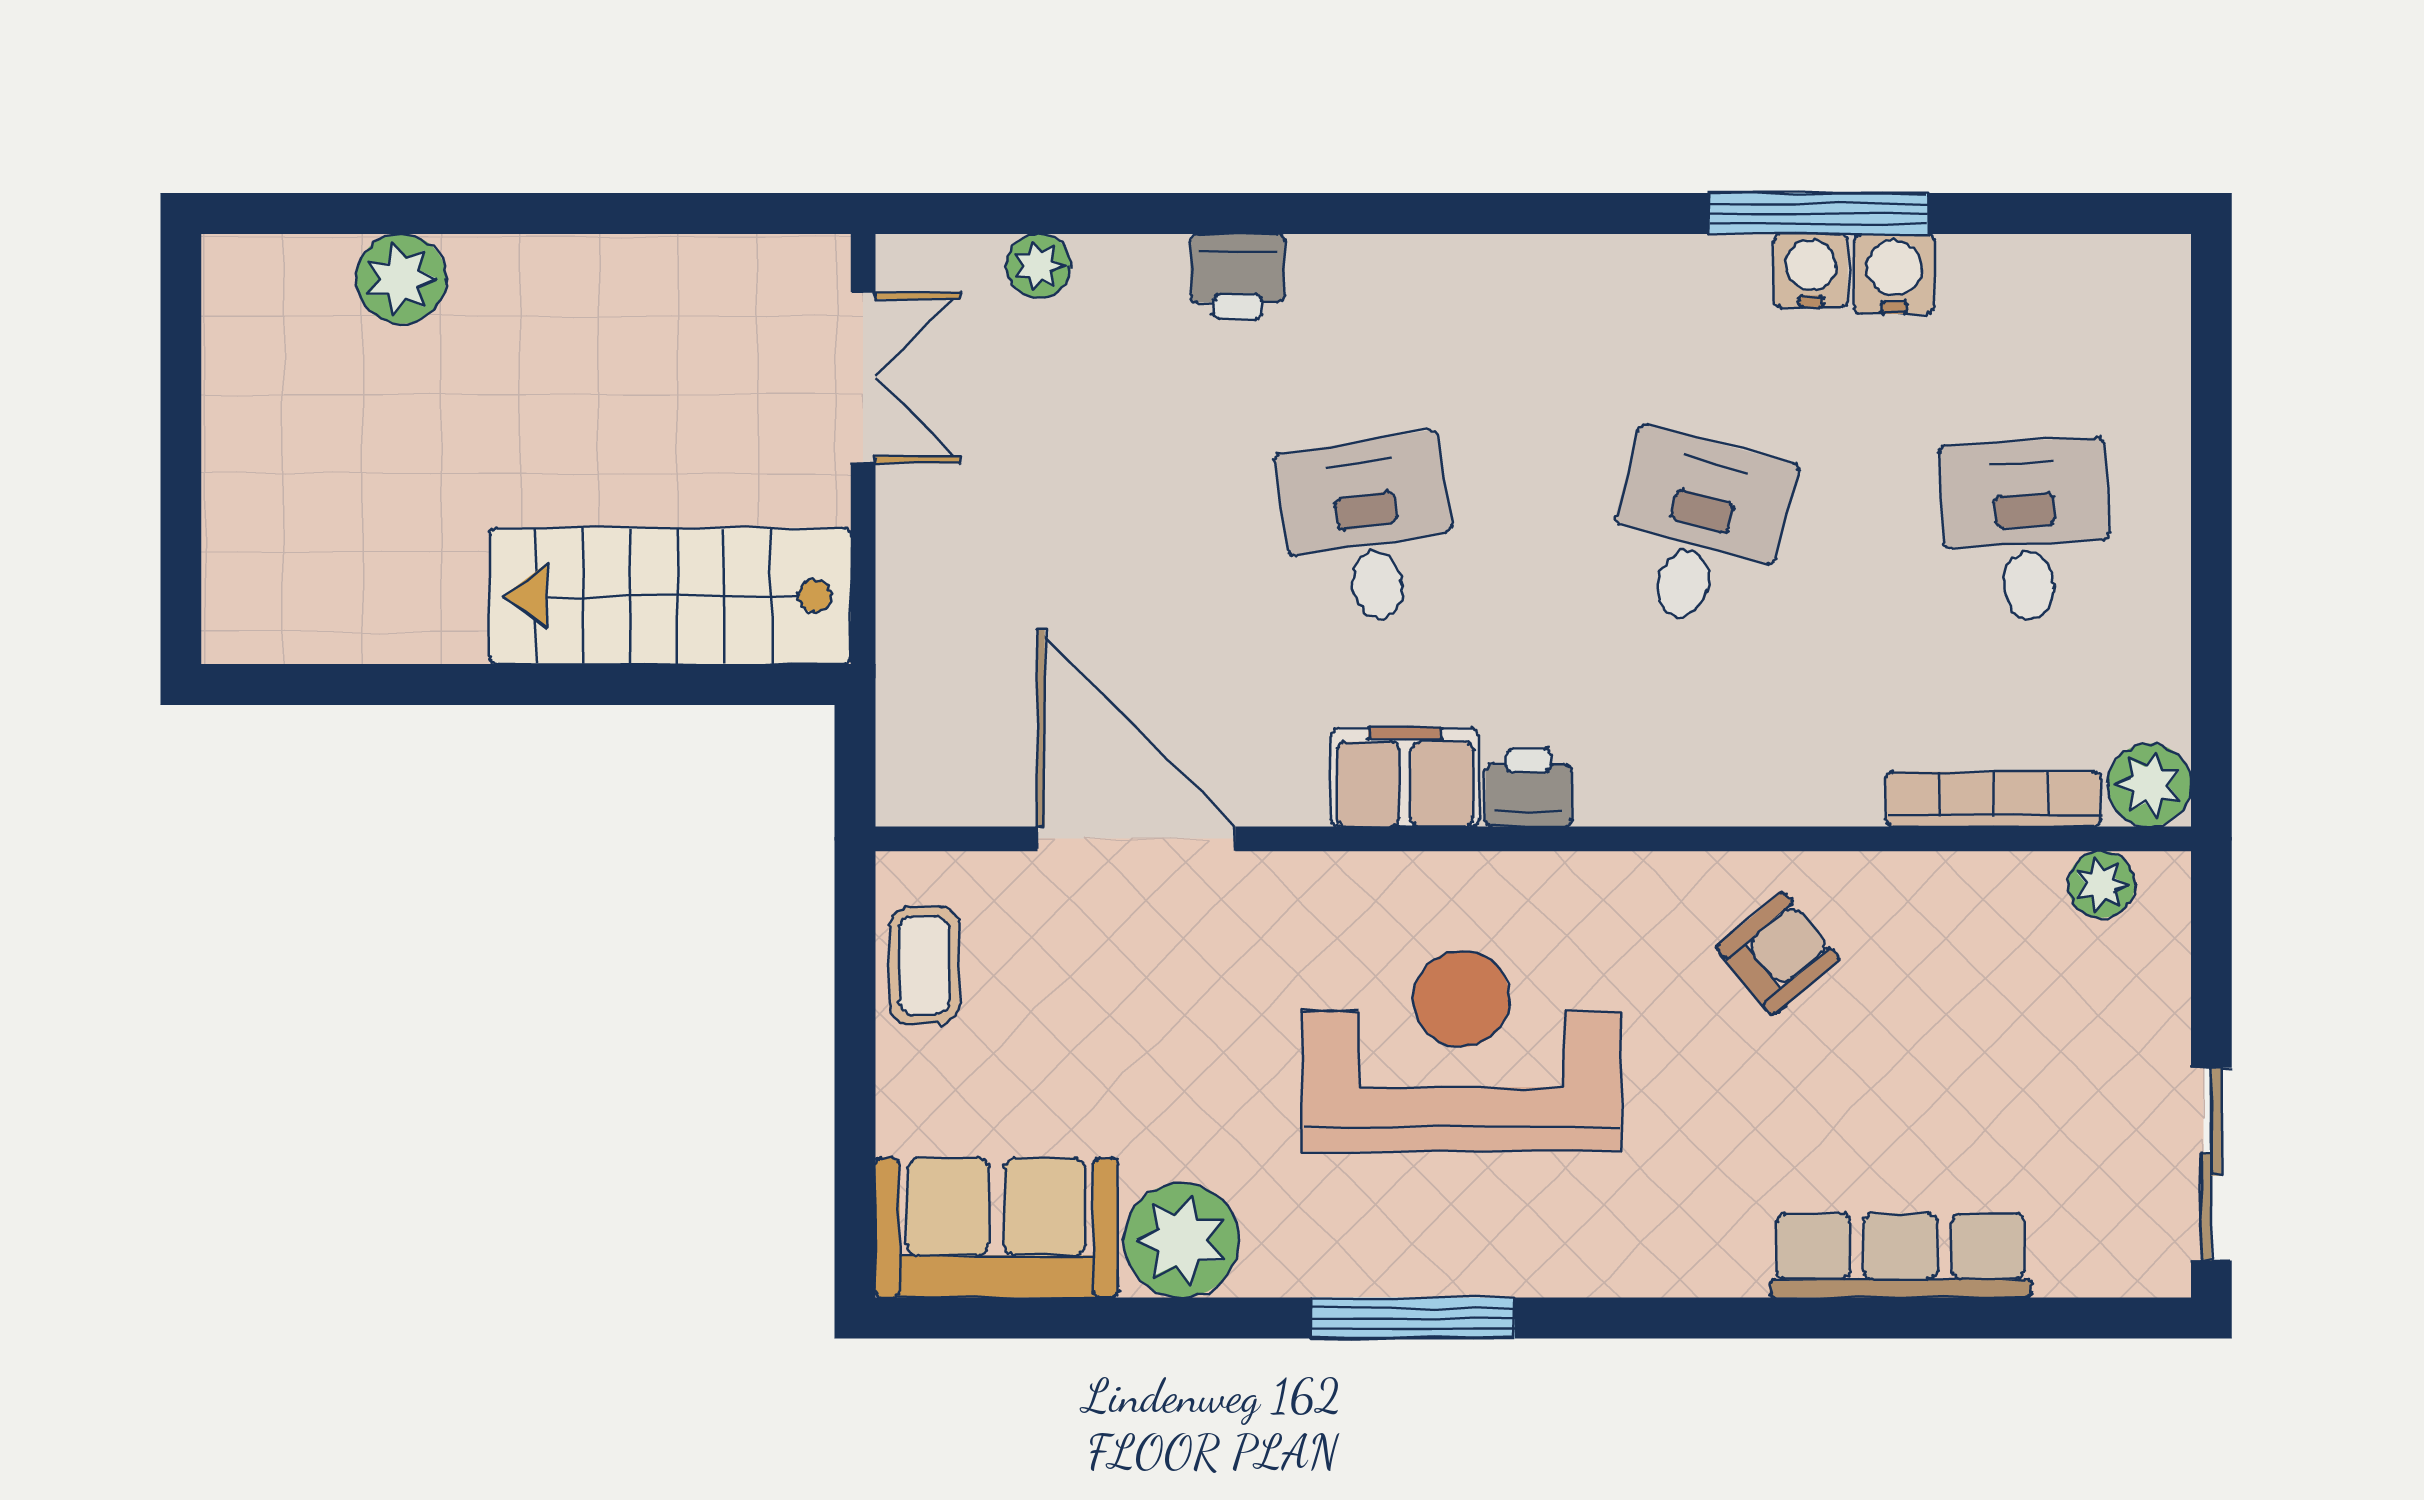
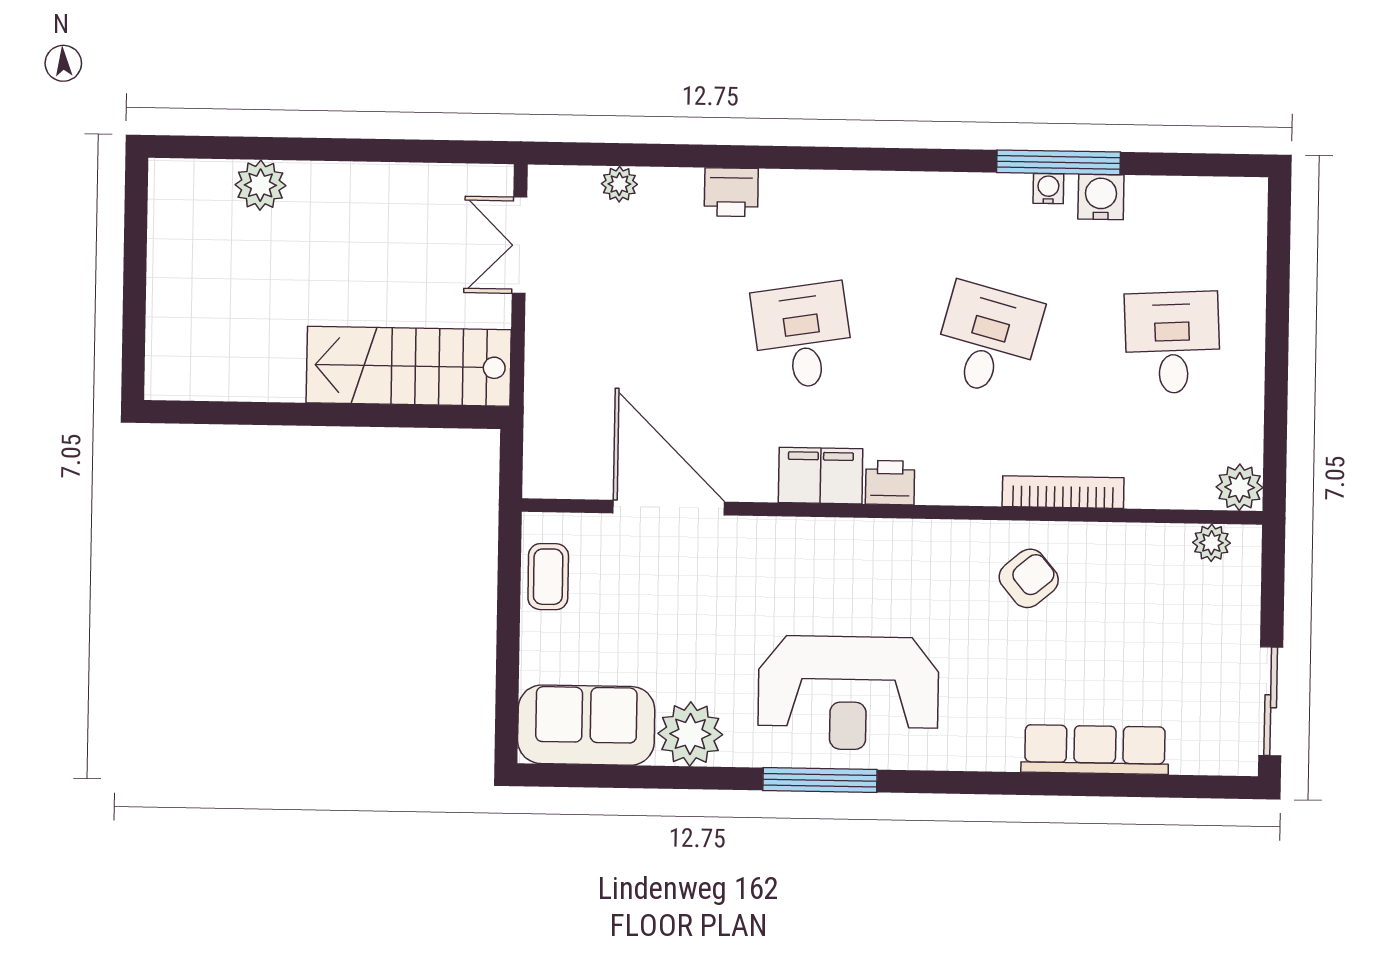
water cooler: (1811, 271) -> (1048, 189), width x0.72, depth x0.72
double door: (863, 378) -> (519, 245), swing flipped
bookcase: (1994, 799) -> (1063, 492), moved
reception desk: (1462, 1051) -> (848, 693), moved, turned 180

